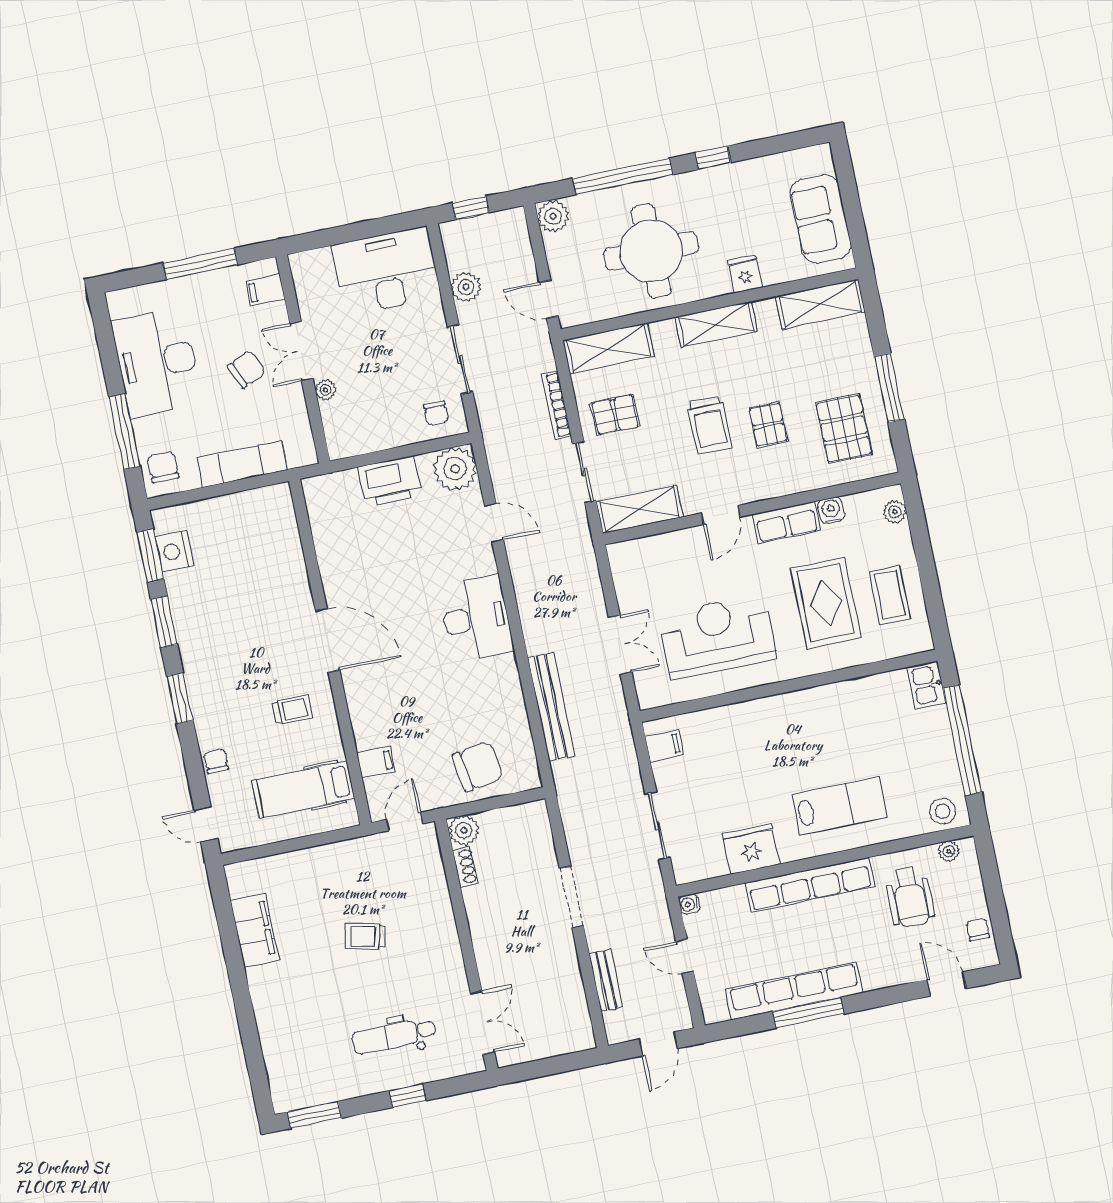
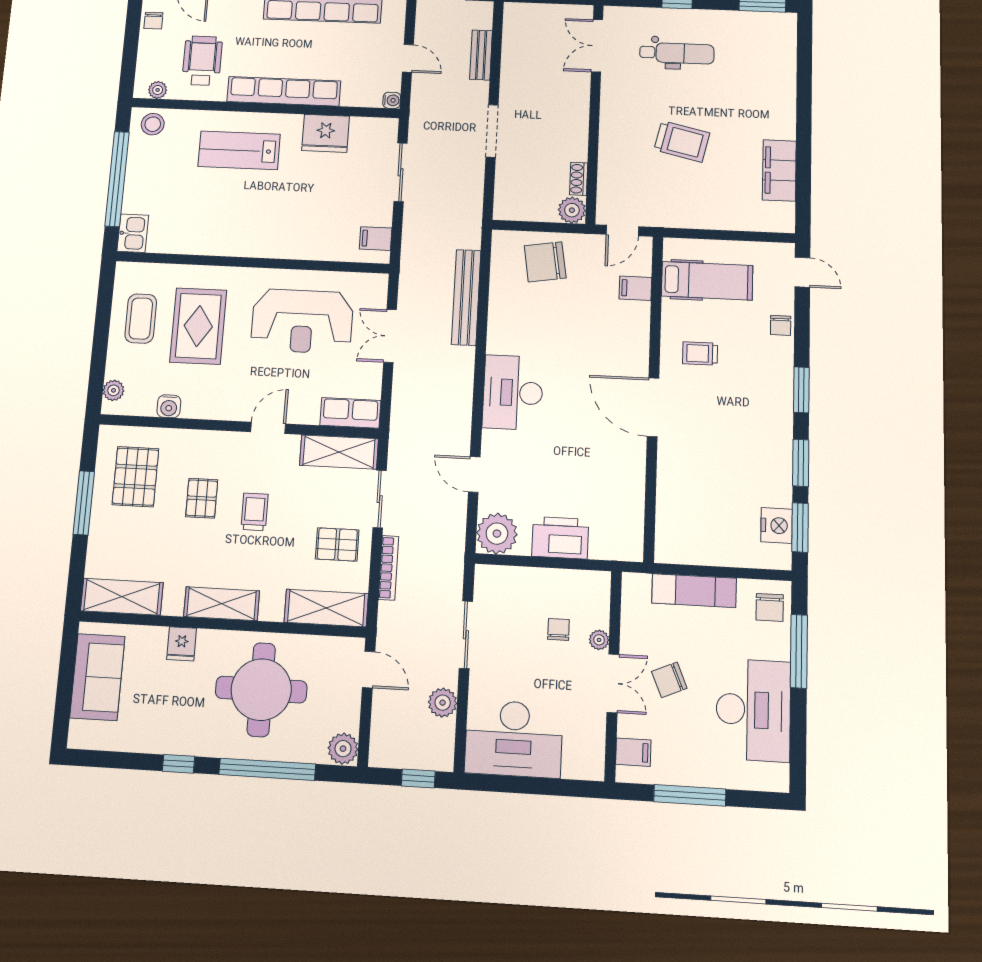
chair: (436, 413) -> (558, 629), moved
trolley: (710, 425) -> (255, 512), width x0.73, depth x0.72
row of seats: (786, 522) -> (350, 413), moved
trolley: (365, 937) -> (682, 141), width x1.36, depth x1.39

